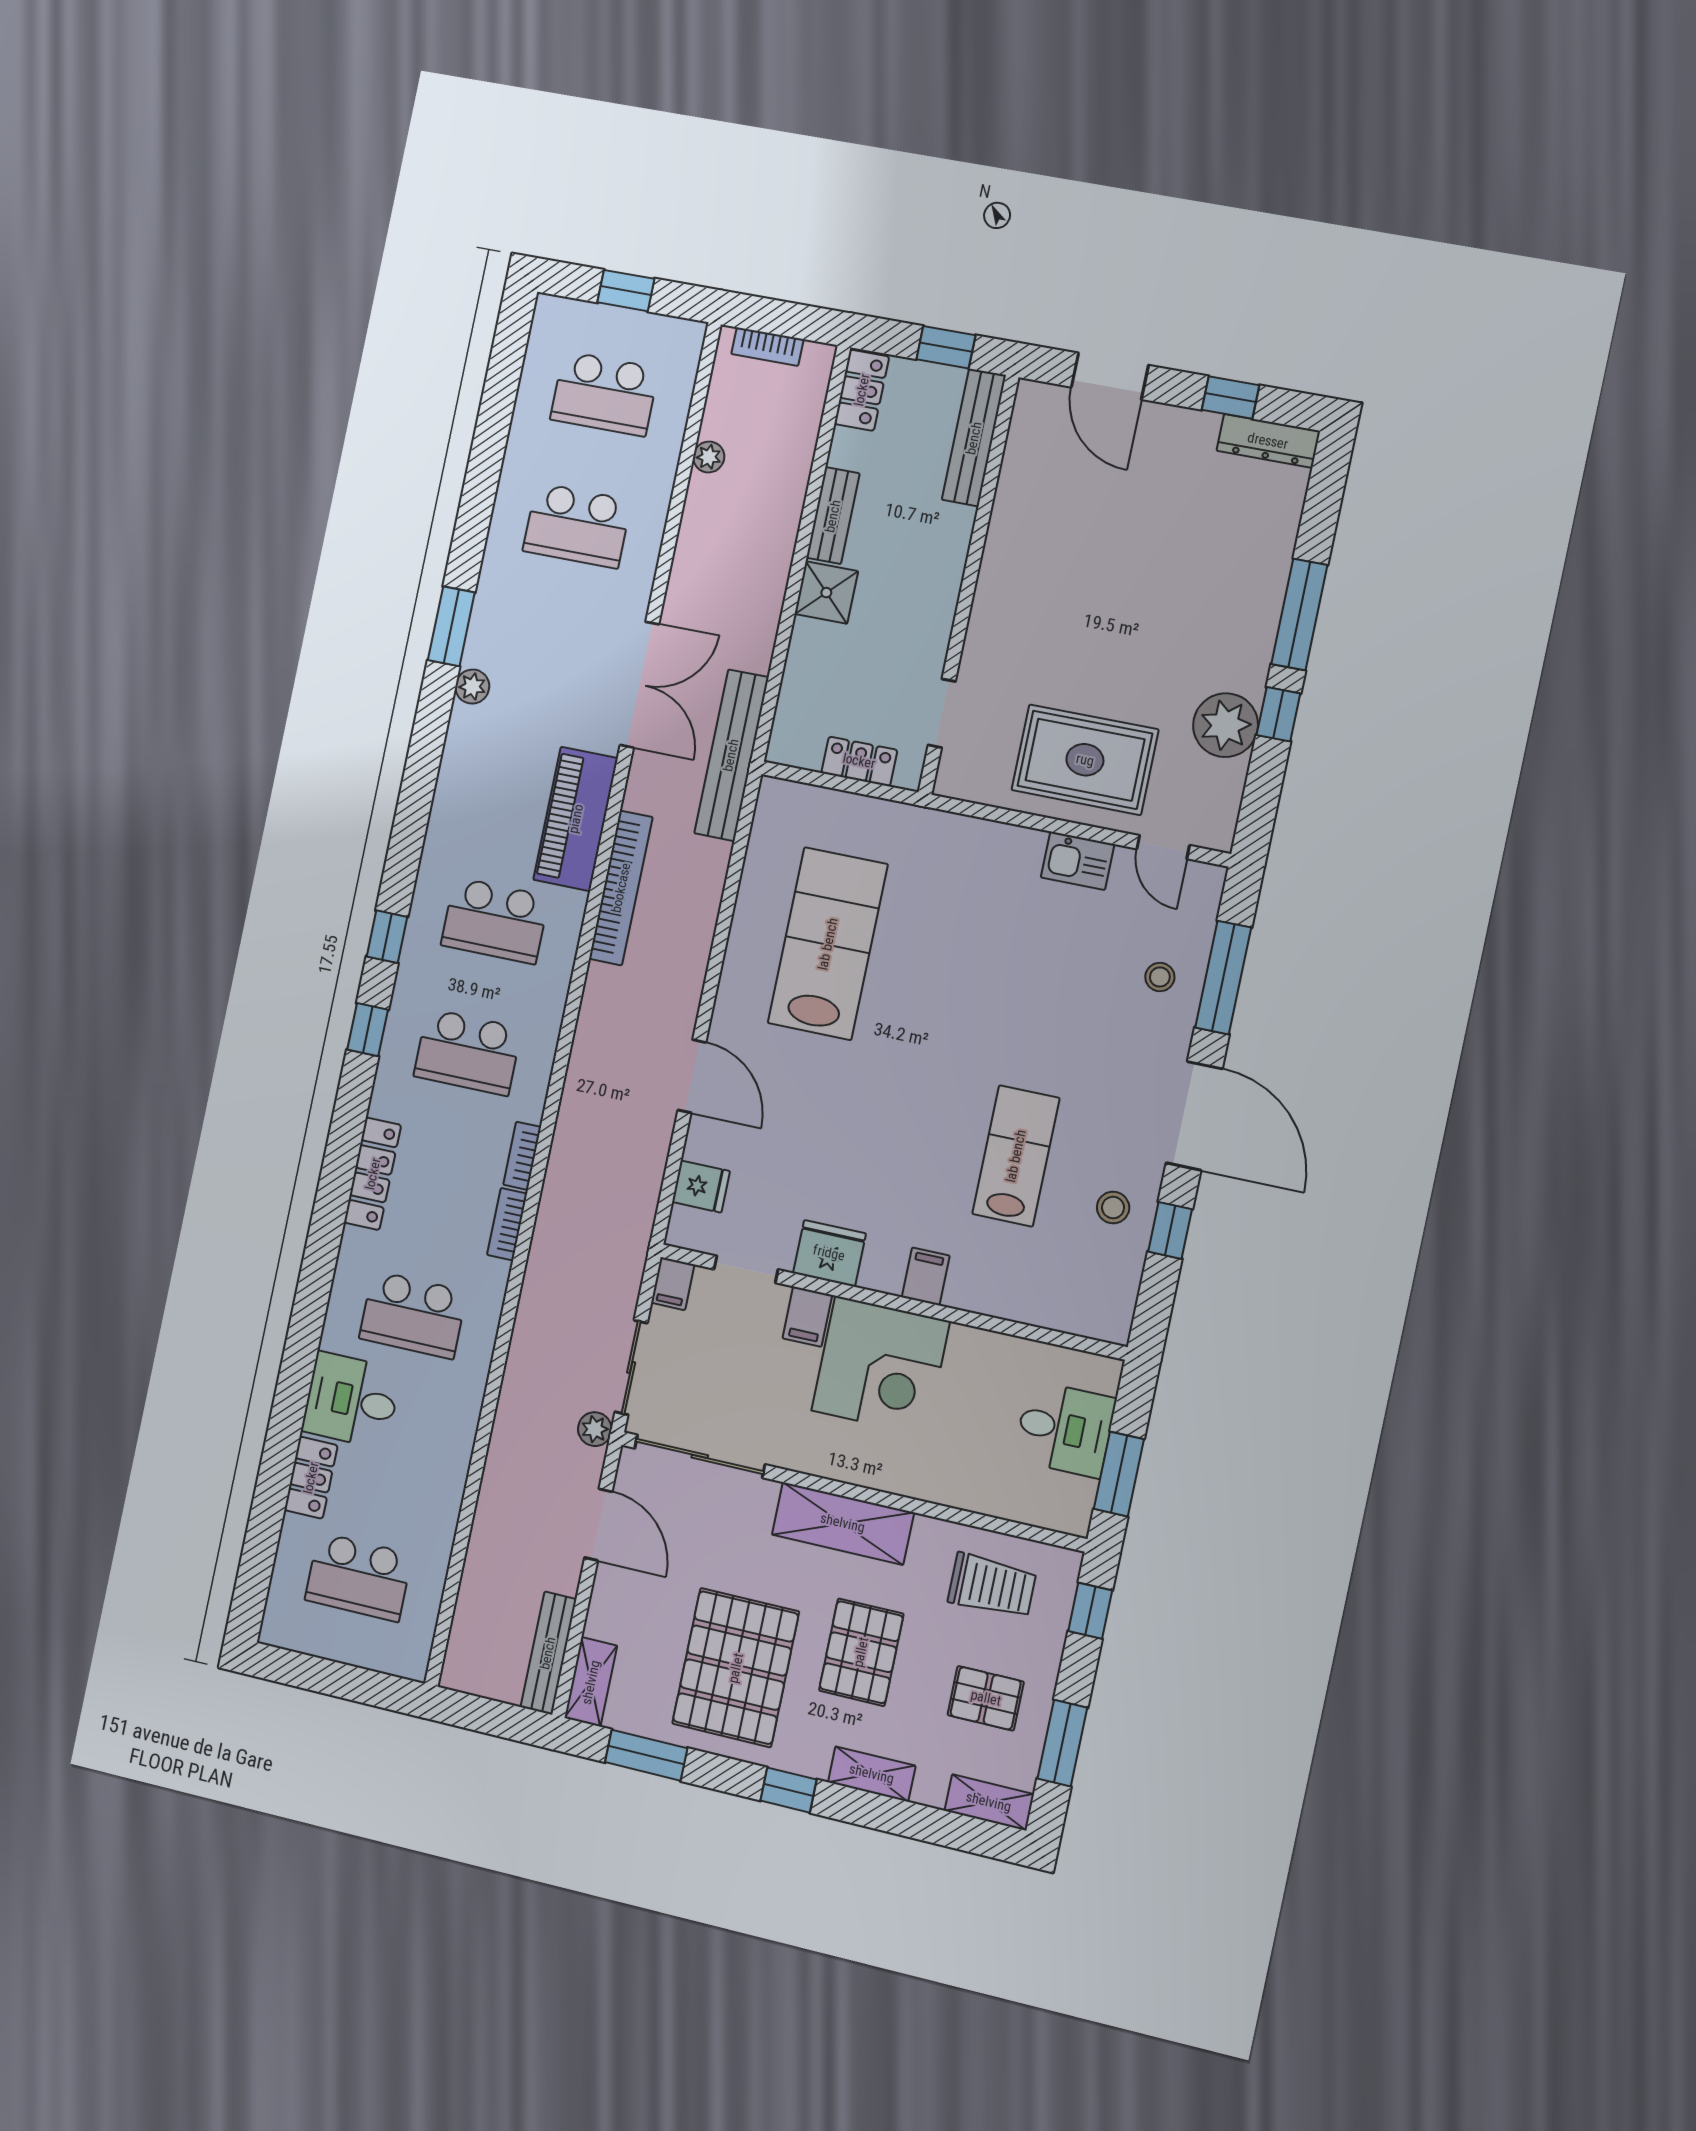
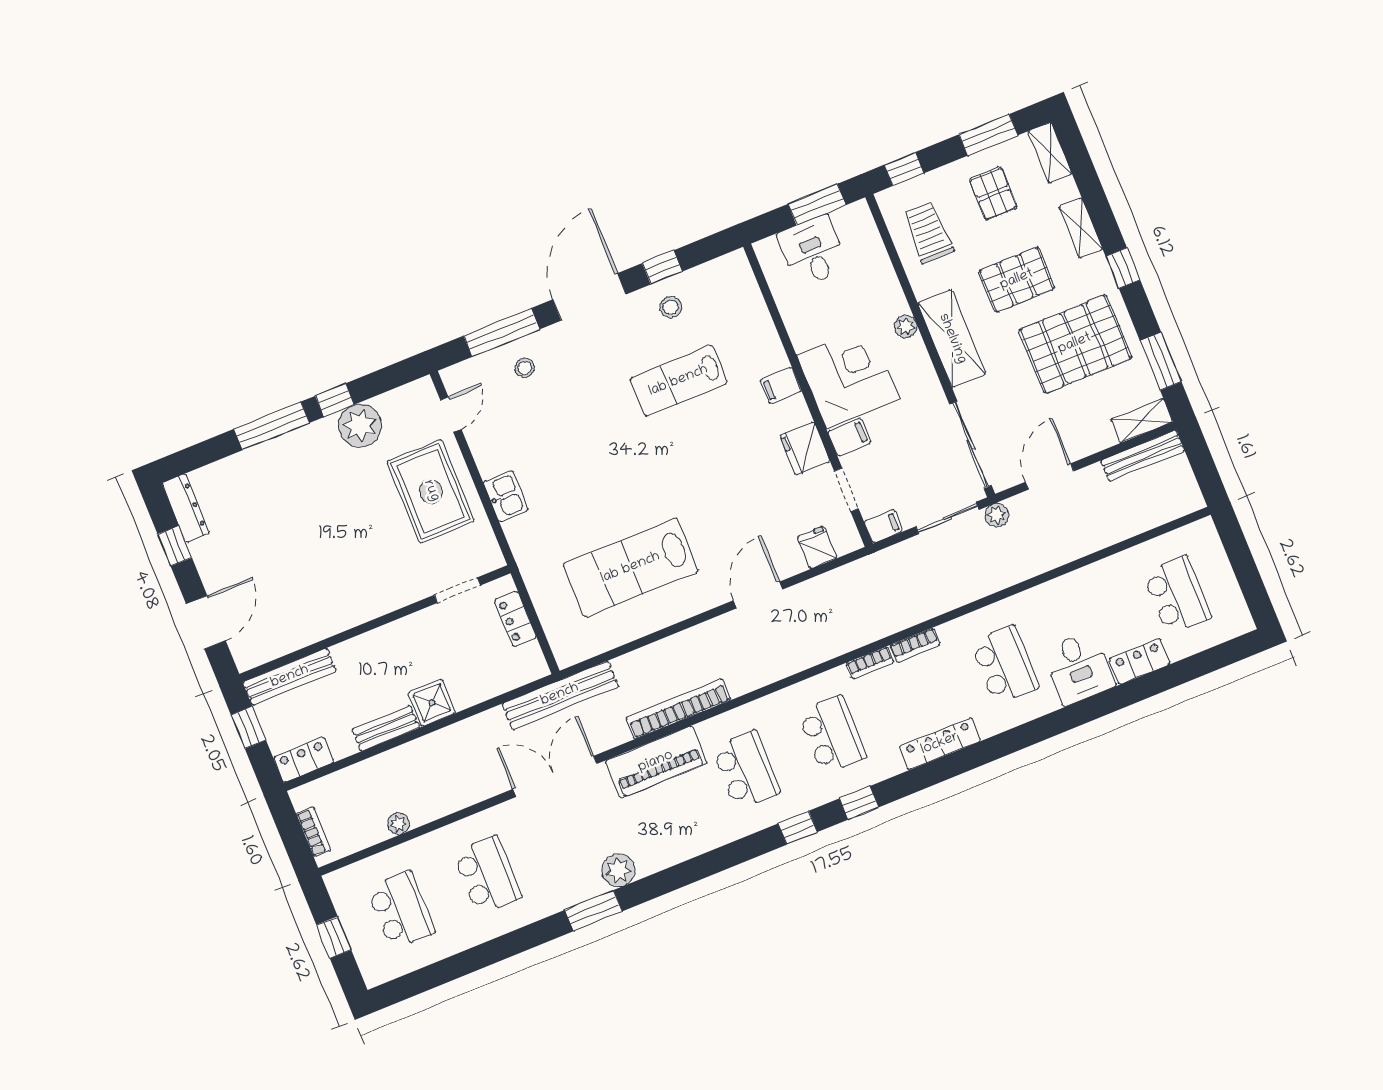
plant: (472, 687) -> (618, 870), width x1.38, depth x1.38
kitchen sink: (1078, 861) -> (506, 496), moved
plant: (895, 1478) -> (906, 326), added

